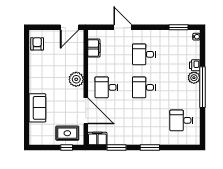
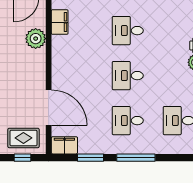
plant: (76, 79) -> (36, 39), moved
desk: (106, 87) -> (128, 121), moved
window: (150, 148) -> (136, 158), width x1.44

